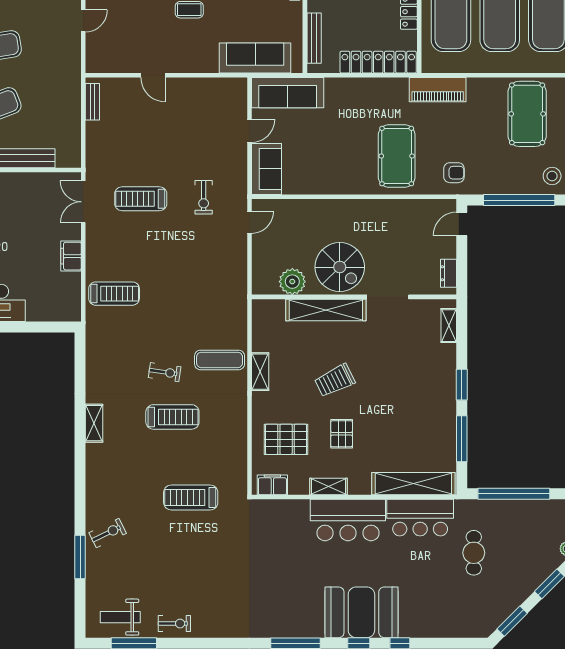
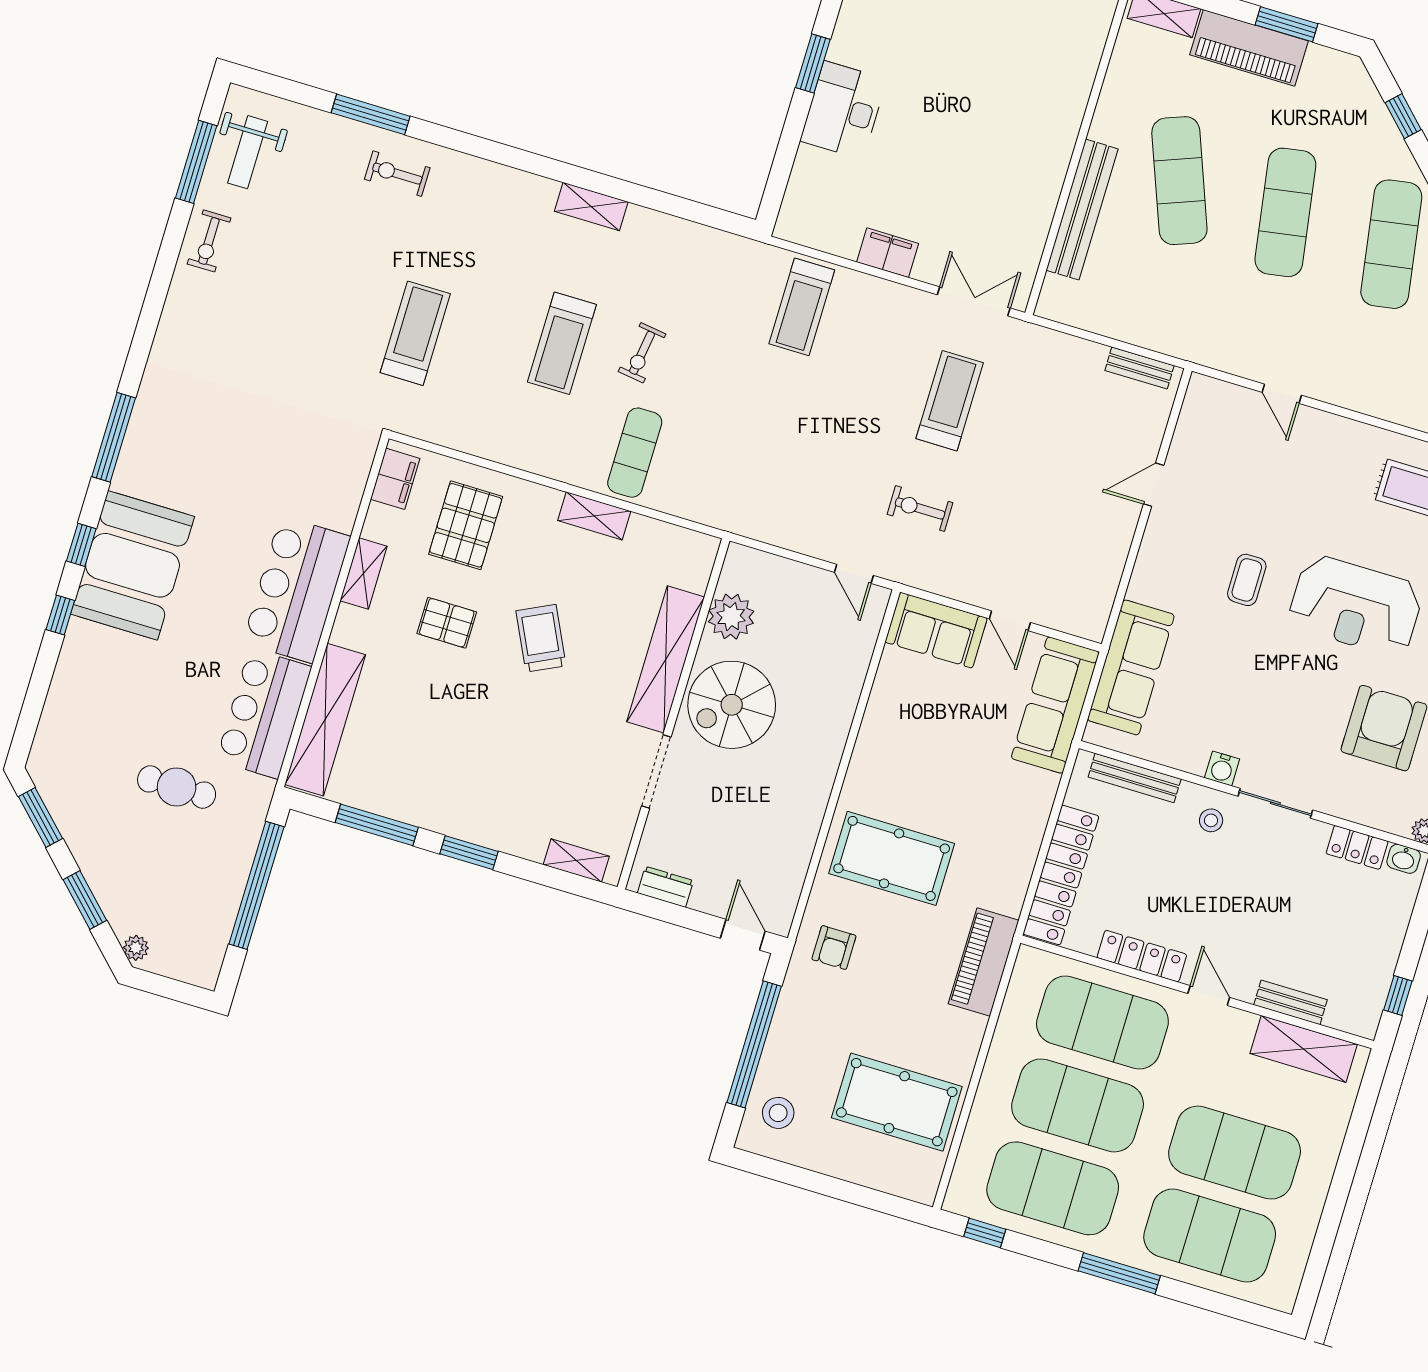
exercise bike: (108, 533) -> (397, 174), turned 116
weight bench: (120, 617) -> (248, 152), turned 180

